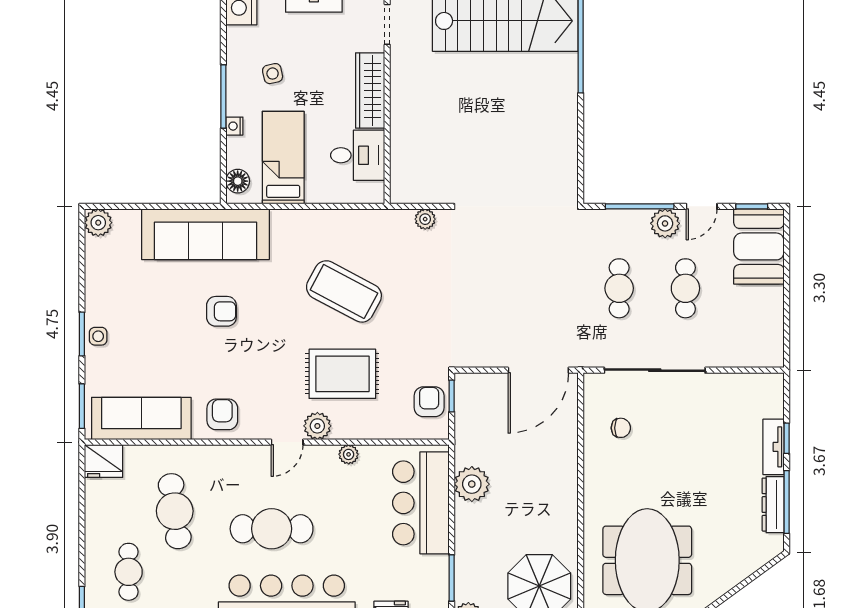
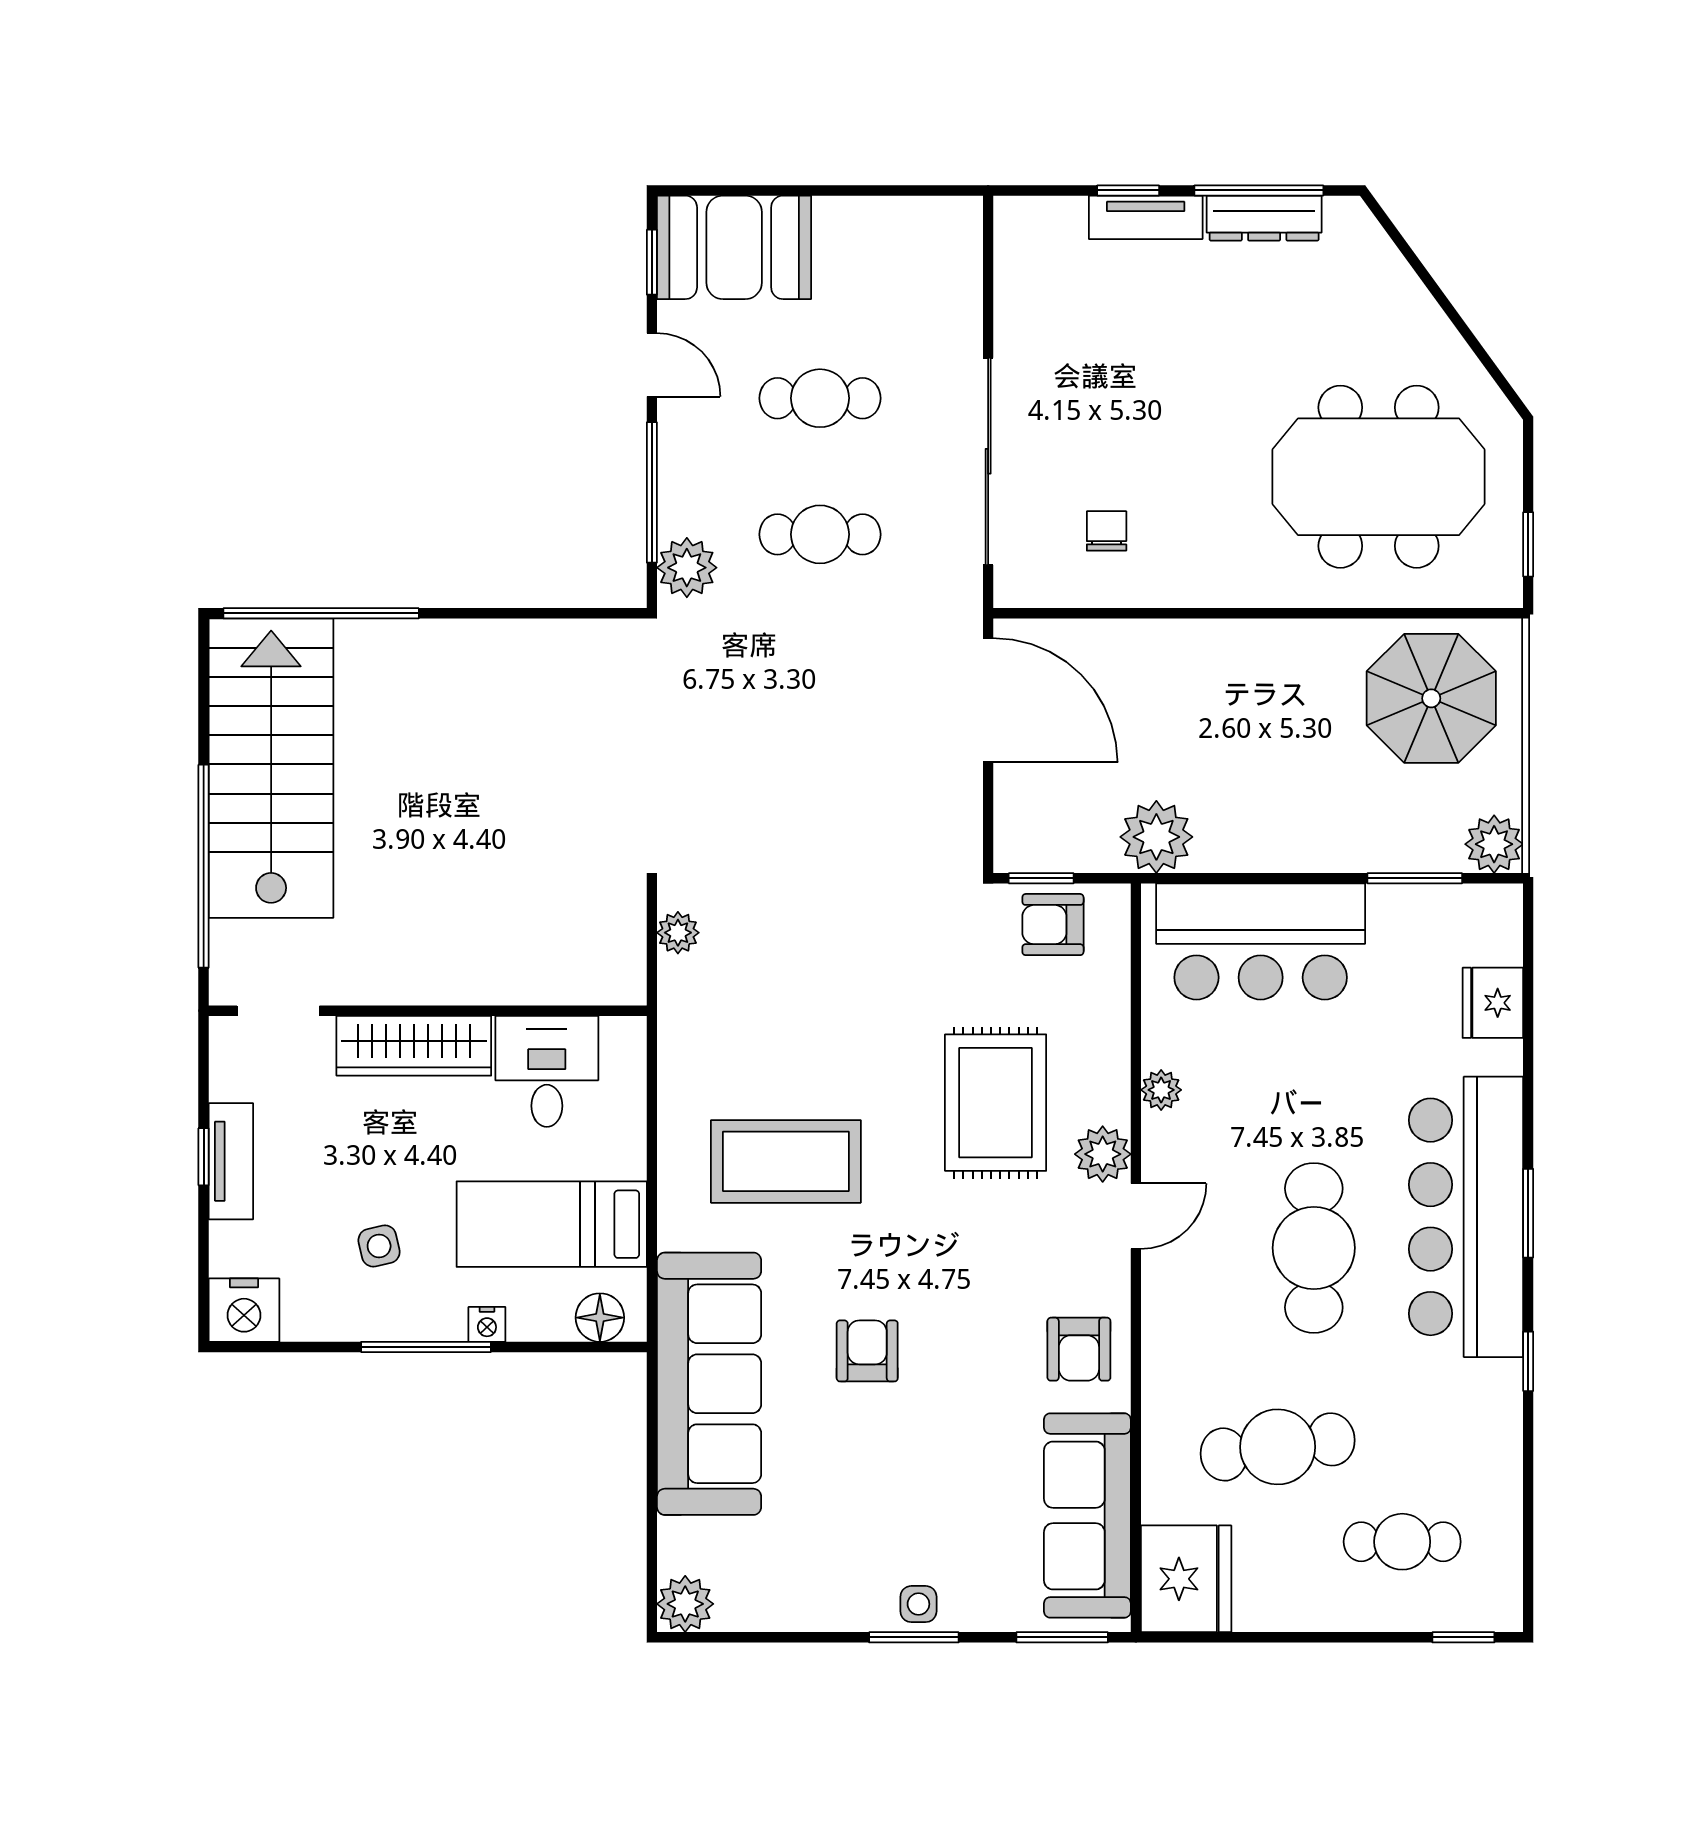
plant: (665, 223) -> (687, 568), moved
coffee table: (344, 291) -> (786, 1161), moved, turned 62
armchair: (222, 414) -> (1079, 1349), turned -90
door: (287, 442) -> (1136, 1216), hinge flipped
fridge: (104, 461) -> (1186, 1579), width x1.36, depth x1.34
plant: (472, 484) -> (1156, 837), moved

